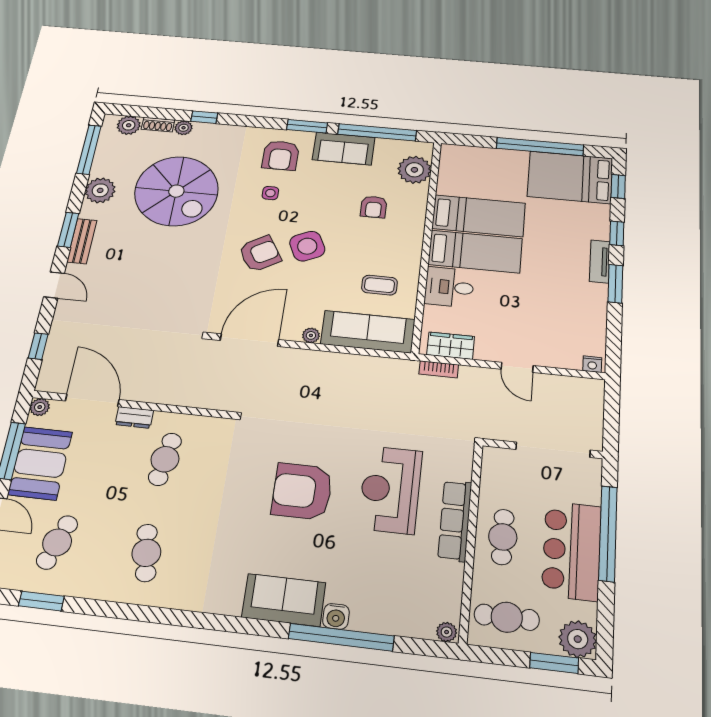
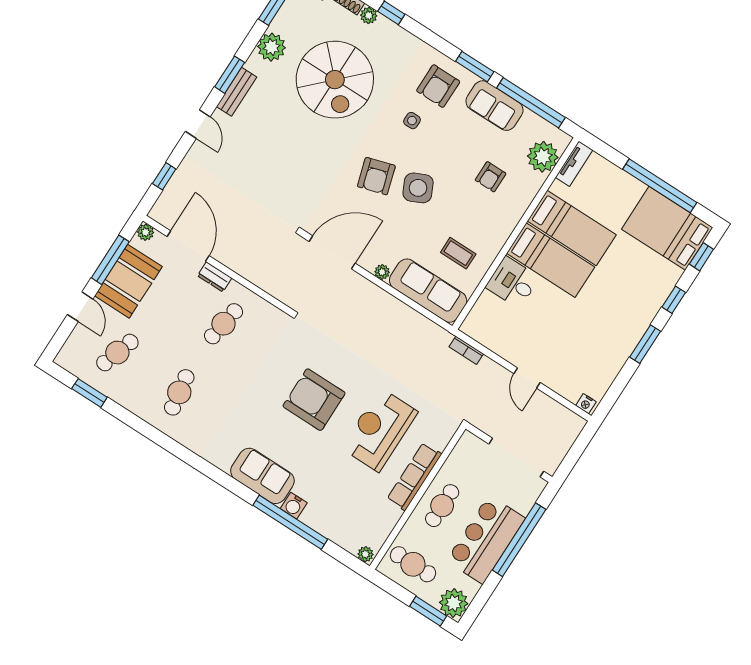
armchair: (260, 254) -> (376, 176), turned 104
tv unit: (600, 261) -> (574, 164), moved, turned 180
wardrobe: (451, 346) -> (486, 334), removed

